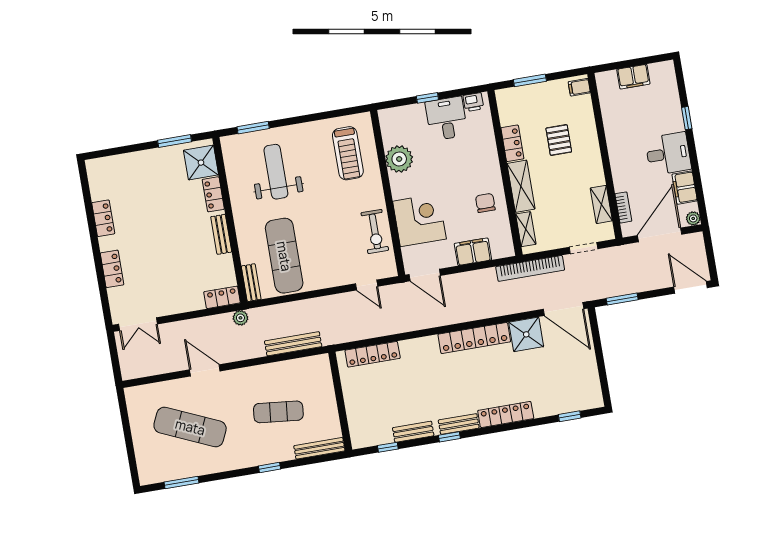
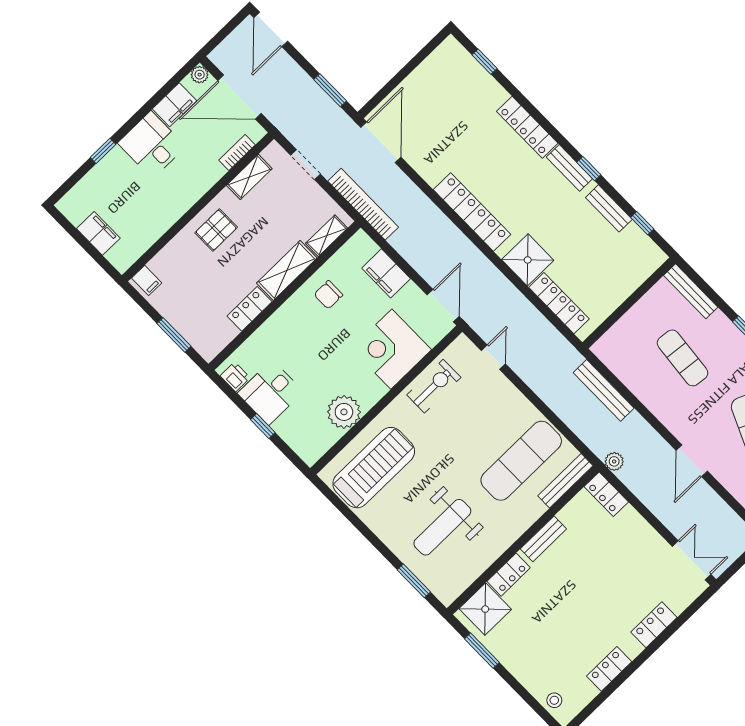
pallet: (559, 140) -> (216, 230), moved
treadmill: (348, 153) -> (374, 468), width x1.37, depth x1.38
stool: (108, 167) -> (554, 700), added
bench: (251, 283) -> (565, 481), width x1.36
shower: (526, 334) -> (528, 260), moved

